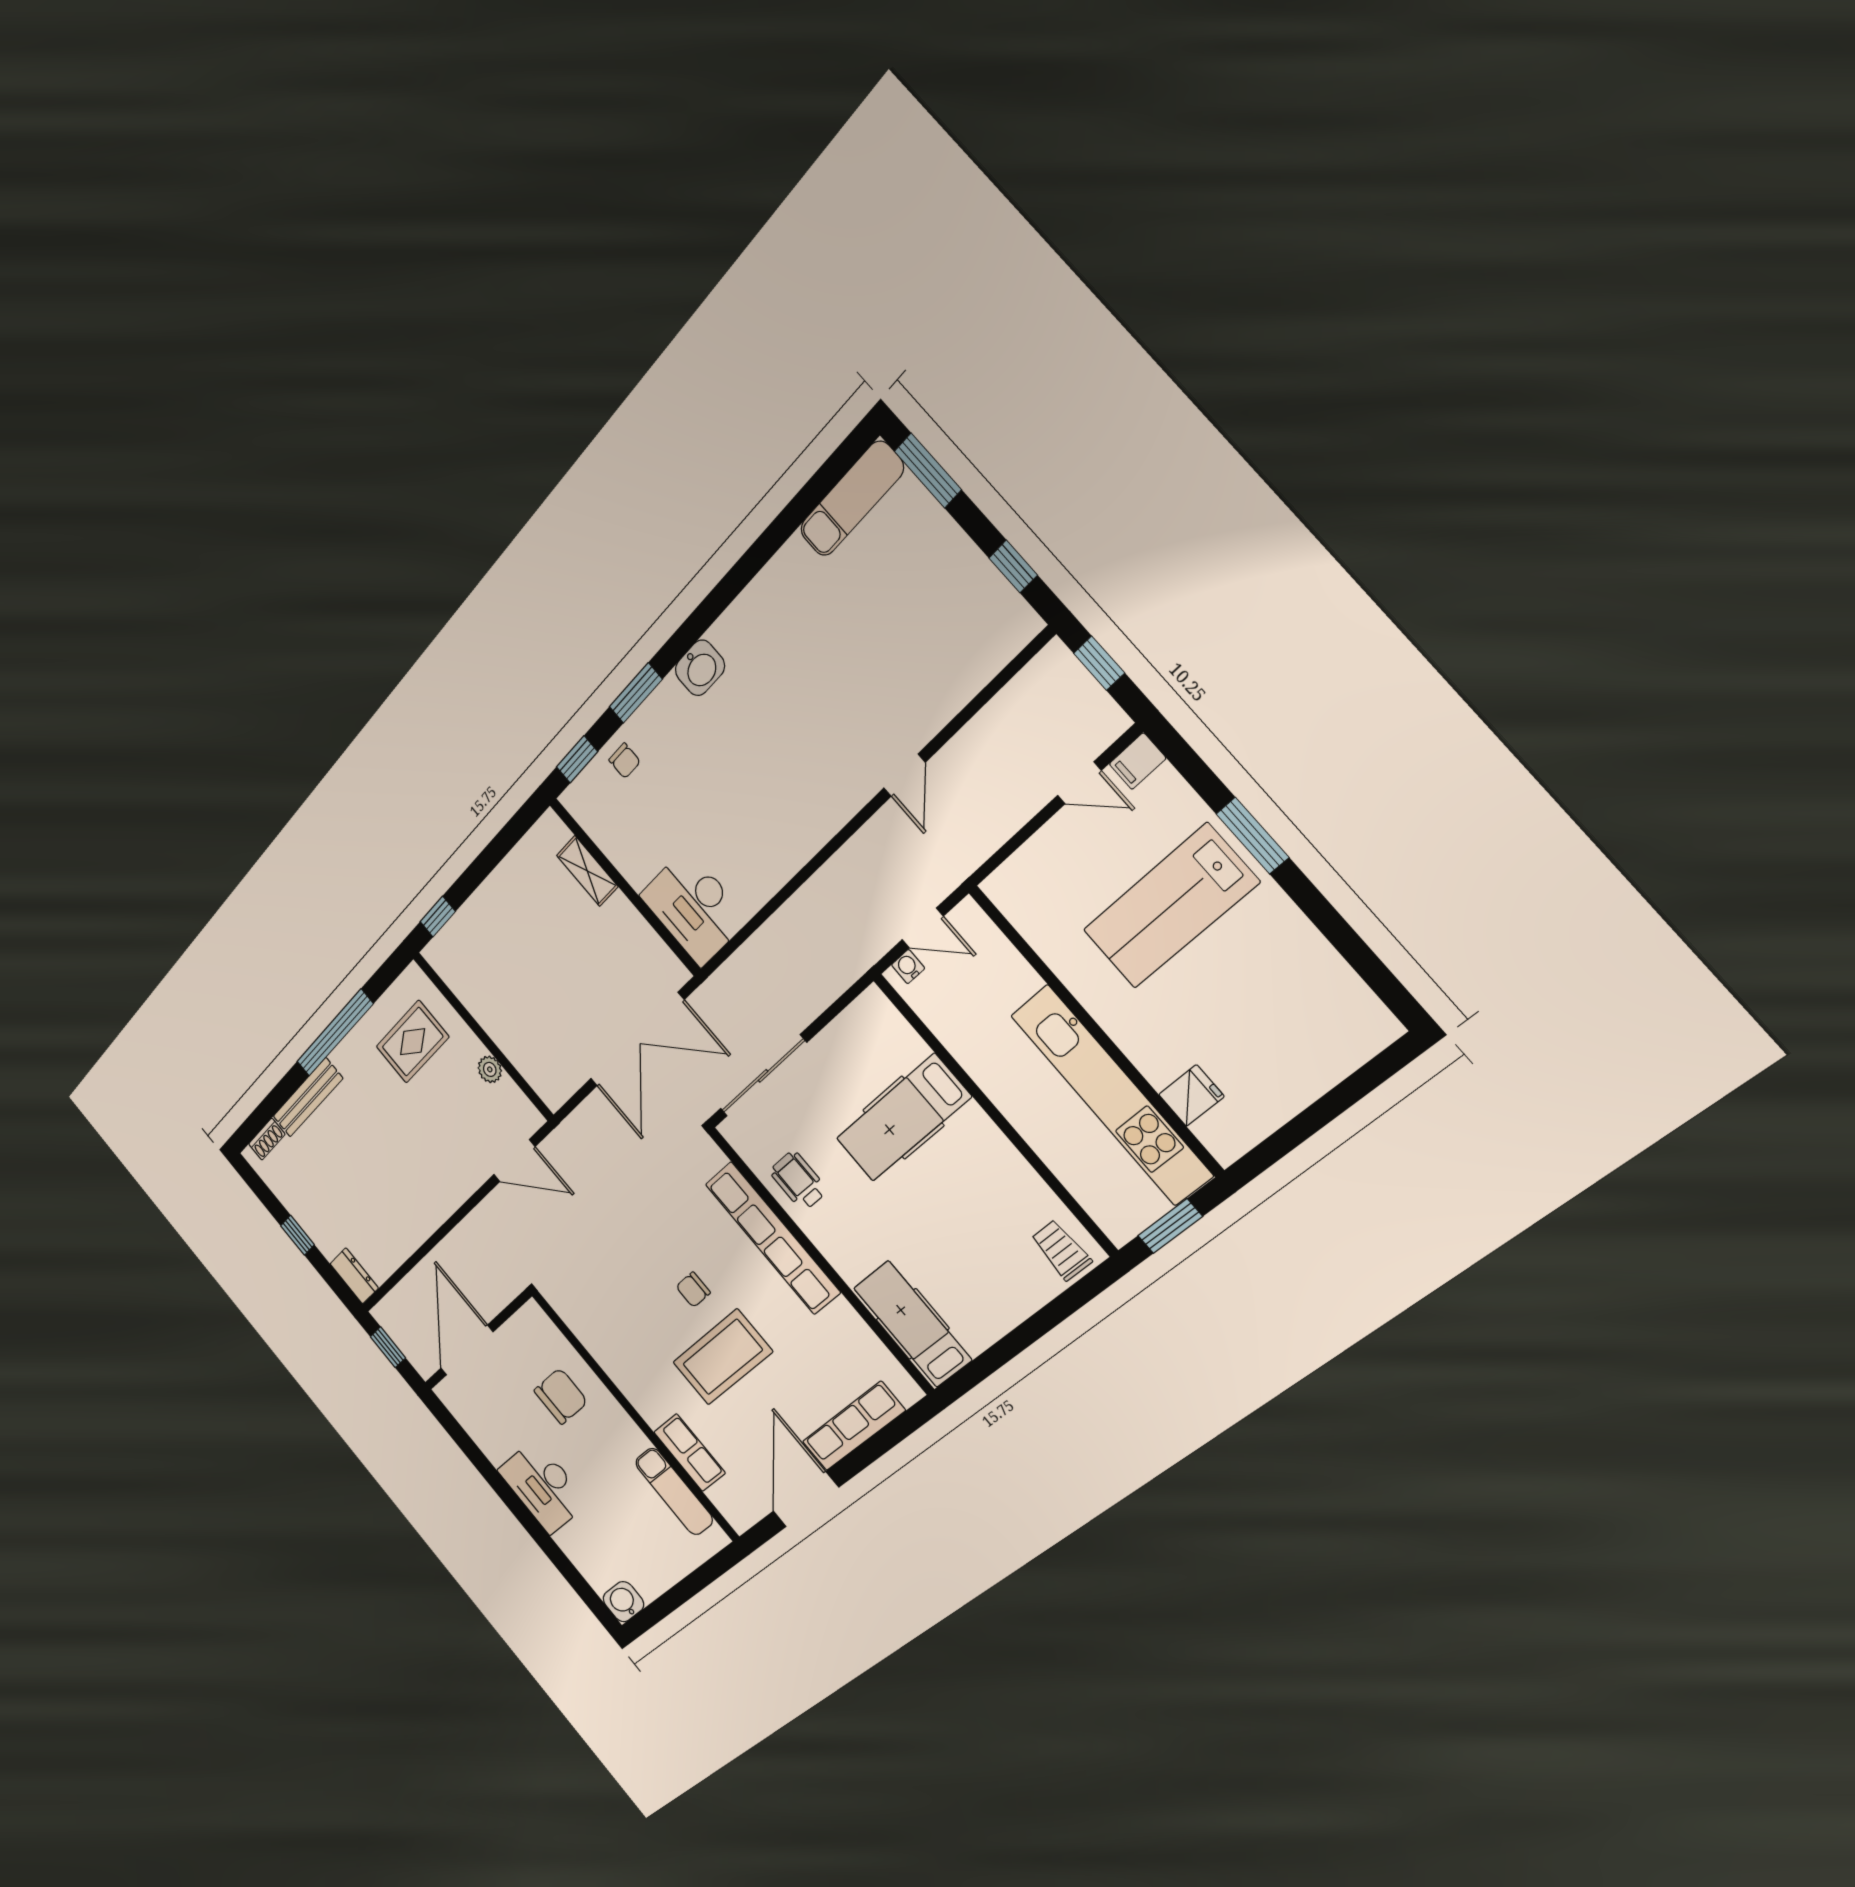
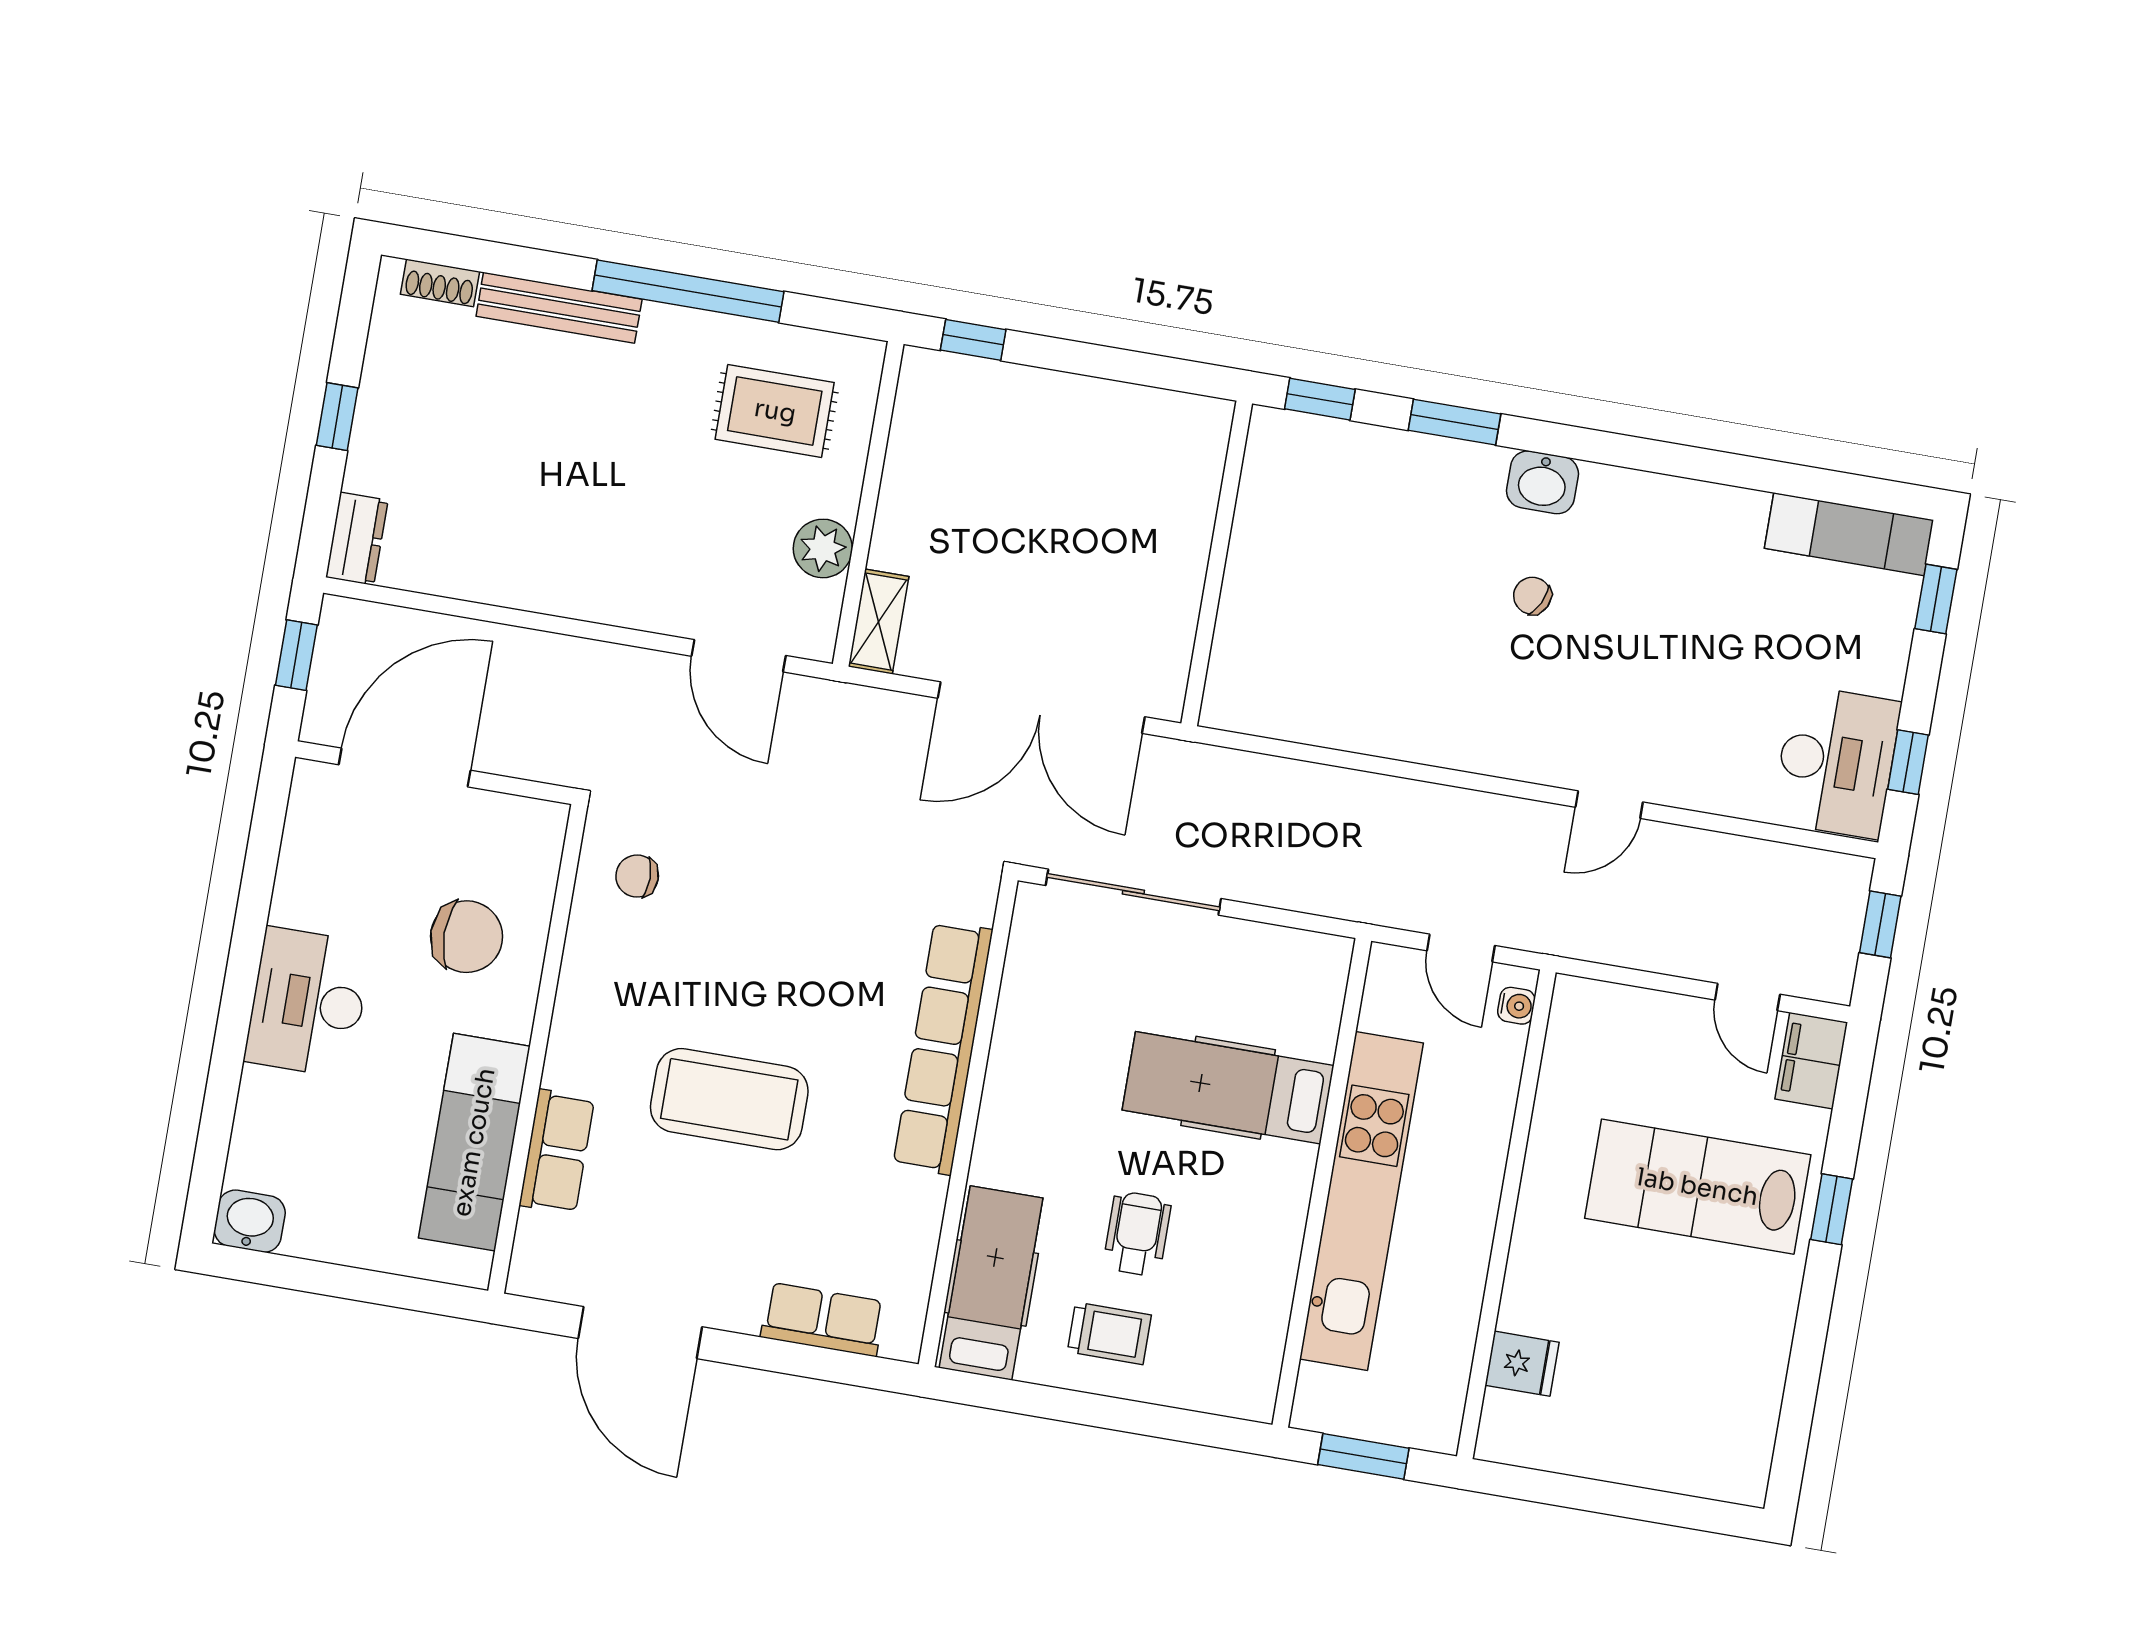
window: (928, 470) -> (1936, 599), width x0.67
chair: (625, 761) -> (1532, 596), moved, turned 116
filing cabinet: (1138, 761) -> (1811, 1061), width x2.00
window: (1253, 836) -> (1832, 1209), width x0.67
shelving: (587, 871) -> (879, 622), moved
desk: (694, 907) -> (1836, 762), moved, turned 180
water cooler: (908, 967) -> (1516, 1006), moved, turned 90
plant: (490, 1069) -> (823, 548), width x1.38, depth x1.38
kitchen unit: (1111, 1095) -> (1361, 1201), moved, turned 180
wheelchair: (798, 1181) -> (1137, 1234), moved
trolley: (1061, 1250) -> (1109, 1333), moved, turned 90
chair: (693, 1290) -> (637, 876), moved
row of seats: (854, 1426) -> (823, 1319), width x0.68
exam couch: (674, 1491) -> (474, 1142), width x1.36, depth x1.45
door: (806, 1499) -> (640, 1333), swing flipped

